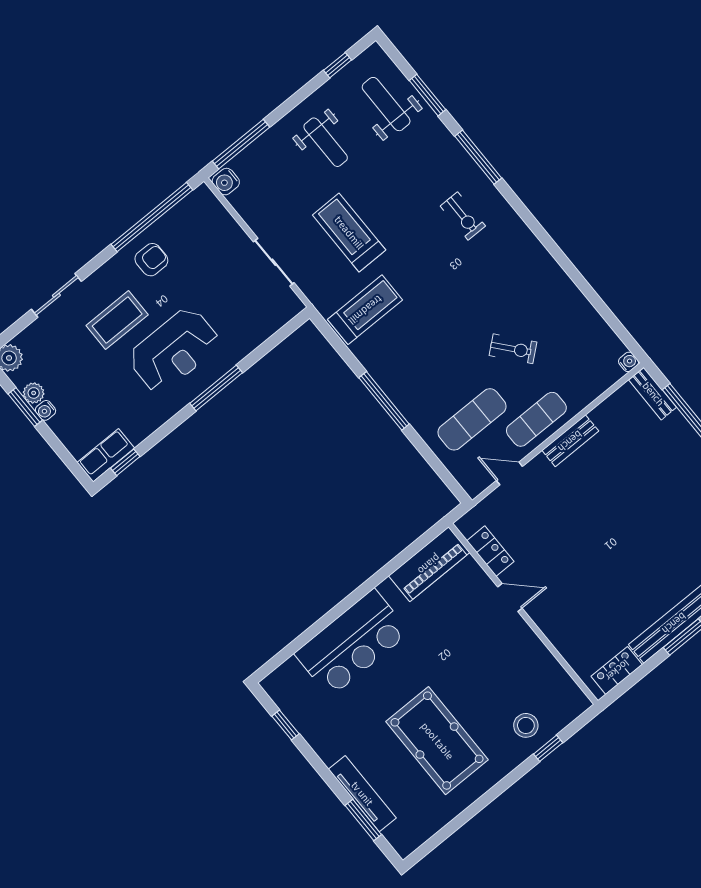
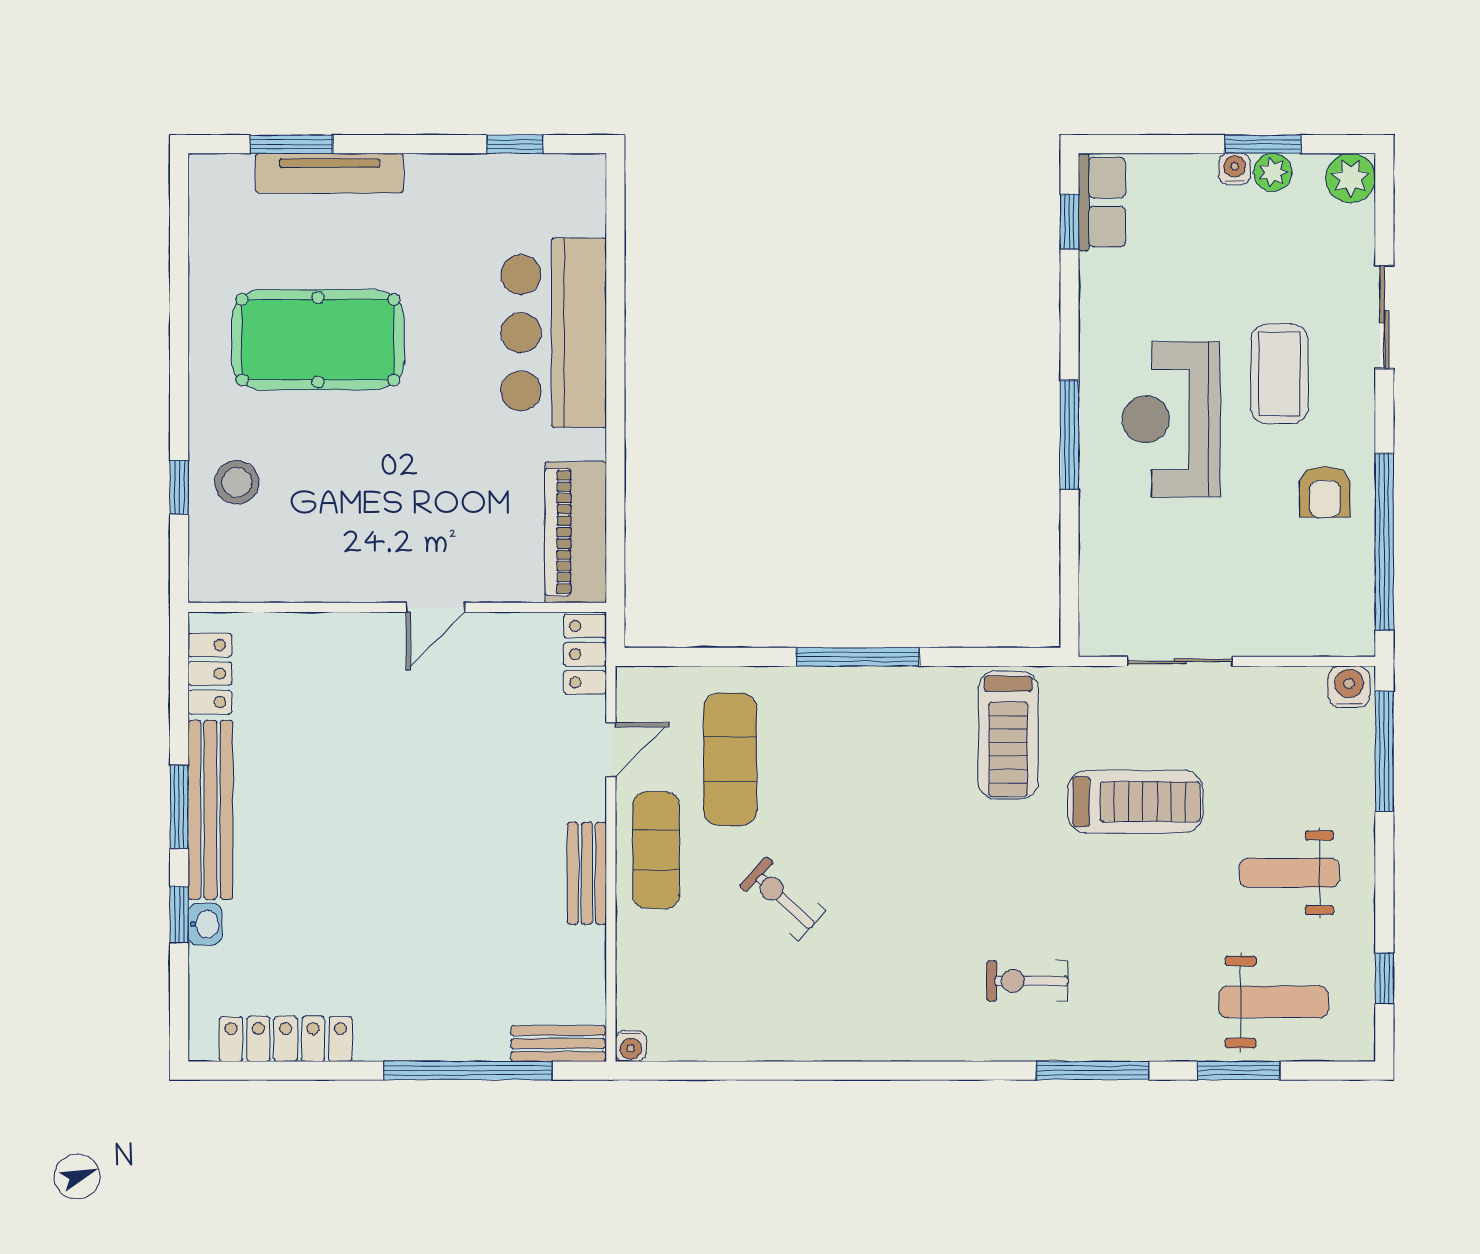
exercise bike: (513, 349) -> (782, 899), turned 83
locker: (490, 551) -> (585, 654), moved, turned 90

